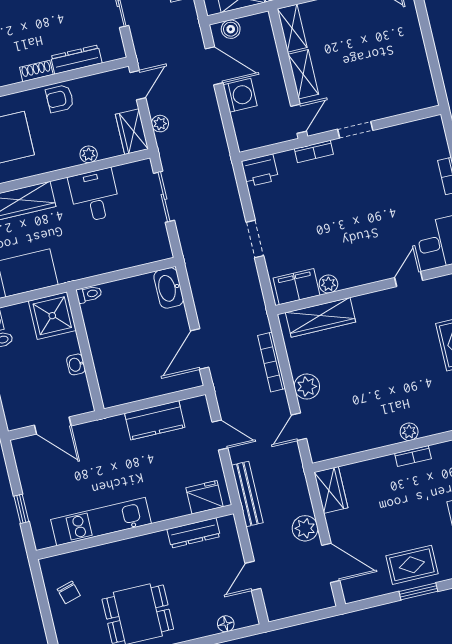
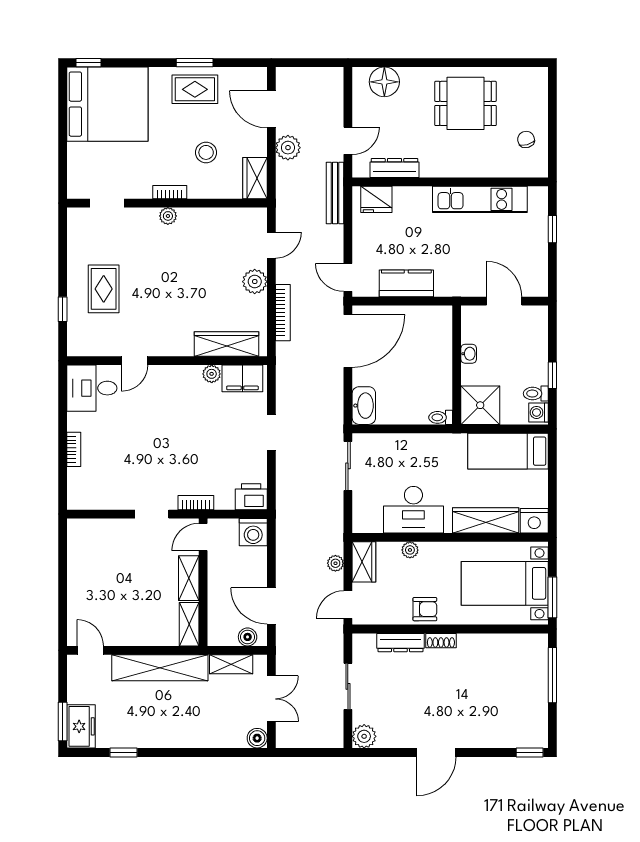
washing machine: (240, 95) -> (253, 532), moved, turned -90
desk: (95, 195) -> (413, 510), width x1.37
sliding door: (164, 197) -> (348, 466), moved
door: (200, 349) -> (348, 341), width x1.36
door: (220, 435) -> (348, 277), moved
stool: (386, 504) -> (206, 152), added
door: (253, 576) -> (348, 141), moved
floor lamp: (226, 624) -> (384, 82), width x1.89, depth x1.89

